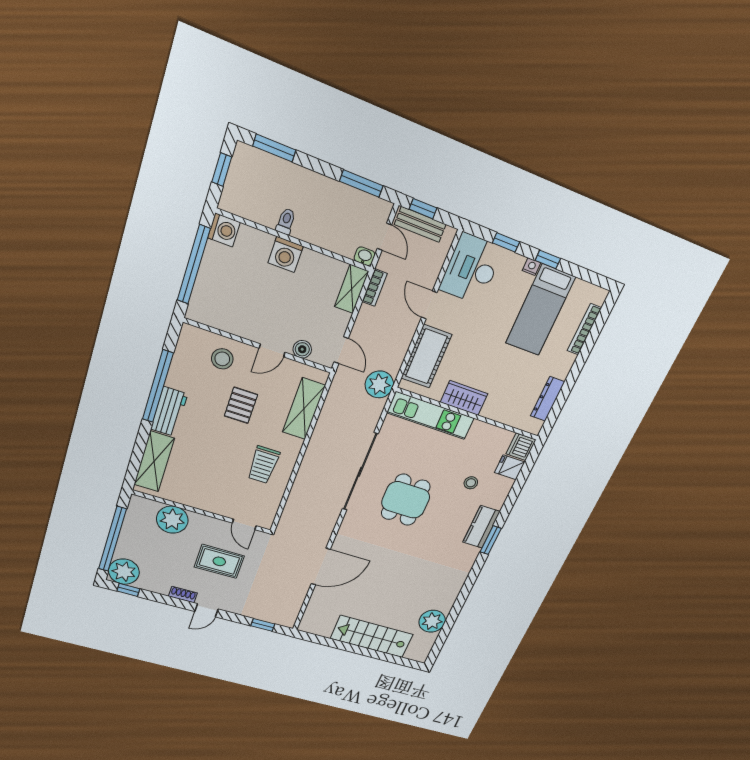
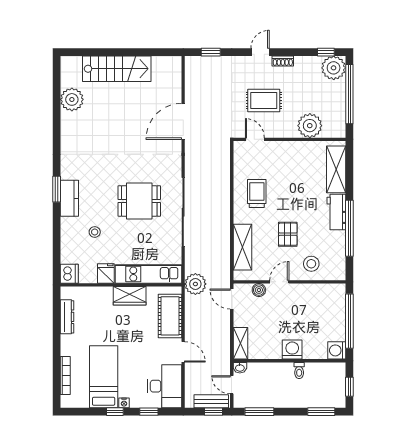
bookcase: (375, 288) -> (225, 350), removed
fridge: (510, 467) -> (106, 273), moved, turned -90
dining table: (406, 500) -> (139, 201), turned 90

